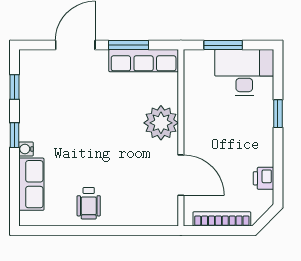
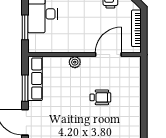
plant: (161, 123) -> (75, 62), width x0.53, depth x0.53
wheelchair: (89, 203) -> (100, 97), moved

